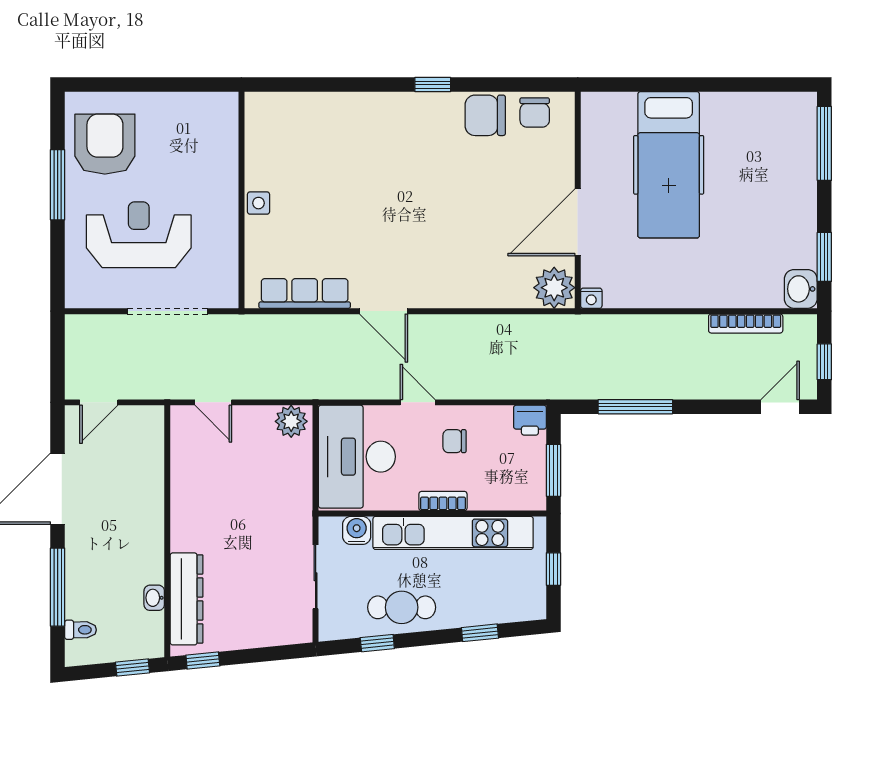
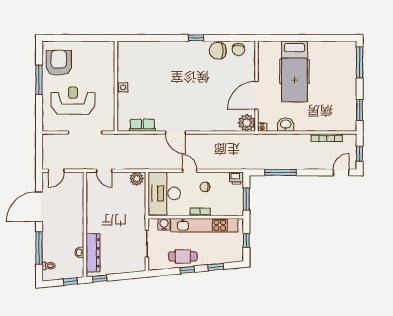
washbasin: (801, 289) -> (286, 125), moved, turned 90
row of seats: (305, 294) -> (142, 125), width x0.68
window: (377, 643) -> (187, 270), moved

